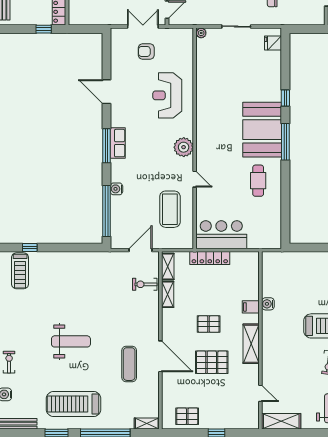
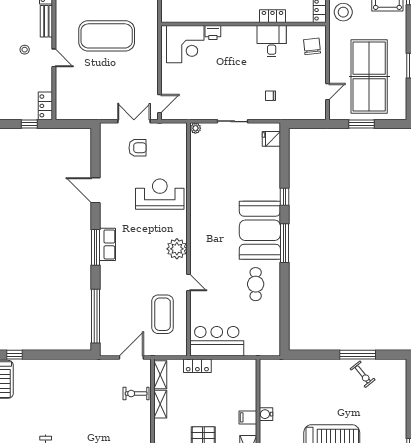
armchair: (146, 51) -> (138, 148), turned 180
reception desk: (167, 95) -> (160, 194), turned 90
water cooler: (116, 189) -> (106, 293), removed
locker: (210, 258) -> (197, 366), width x0.66

